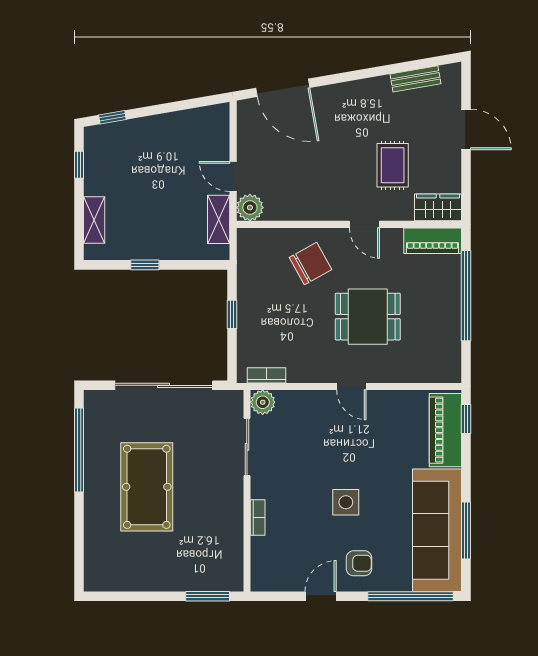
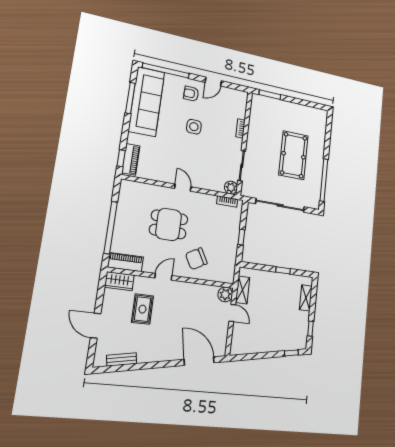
door: (364, 224) -> (163, 277), hinge flipped
piano: (445, 430) -> (131, 159), width x0.73, depth x0.75

